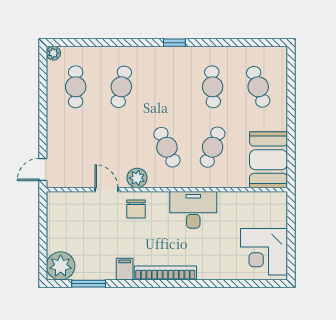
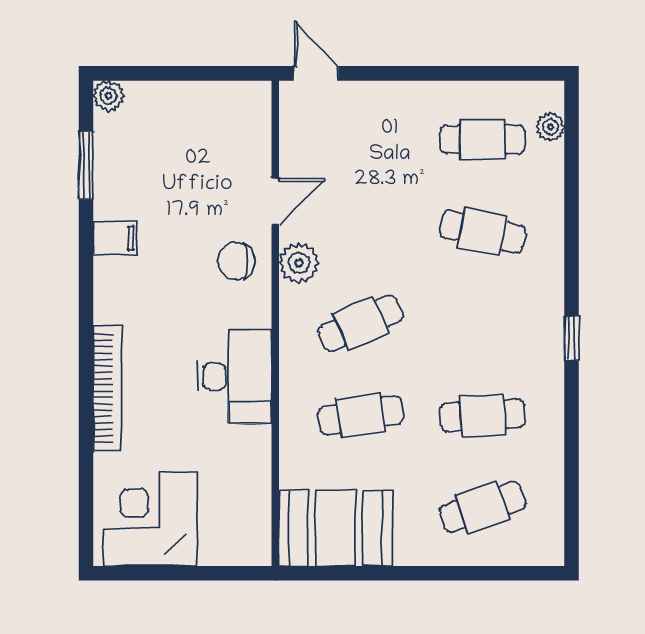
plant: (53, 53) -> (550, 127), moved
cafe table: (213, 147) -> (361, 415), turned -30
plant: (61, 266) -> (108, 96), width x0.53, depth x0.53
bookcase: (165, 273) -> (107, 388), moved

